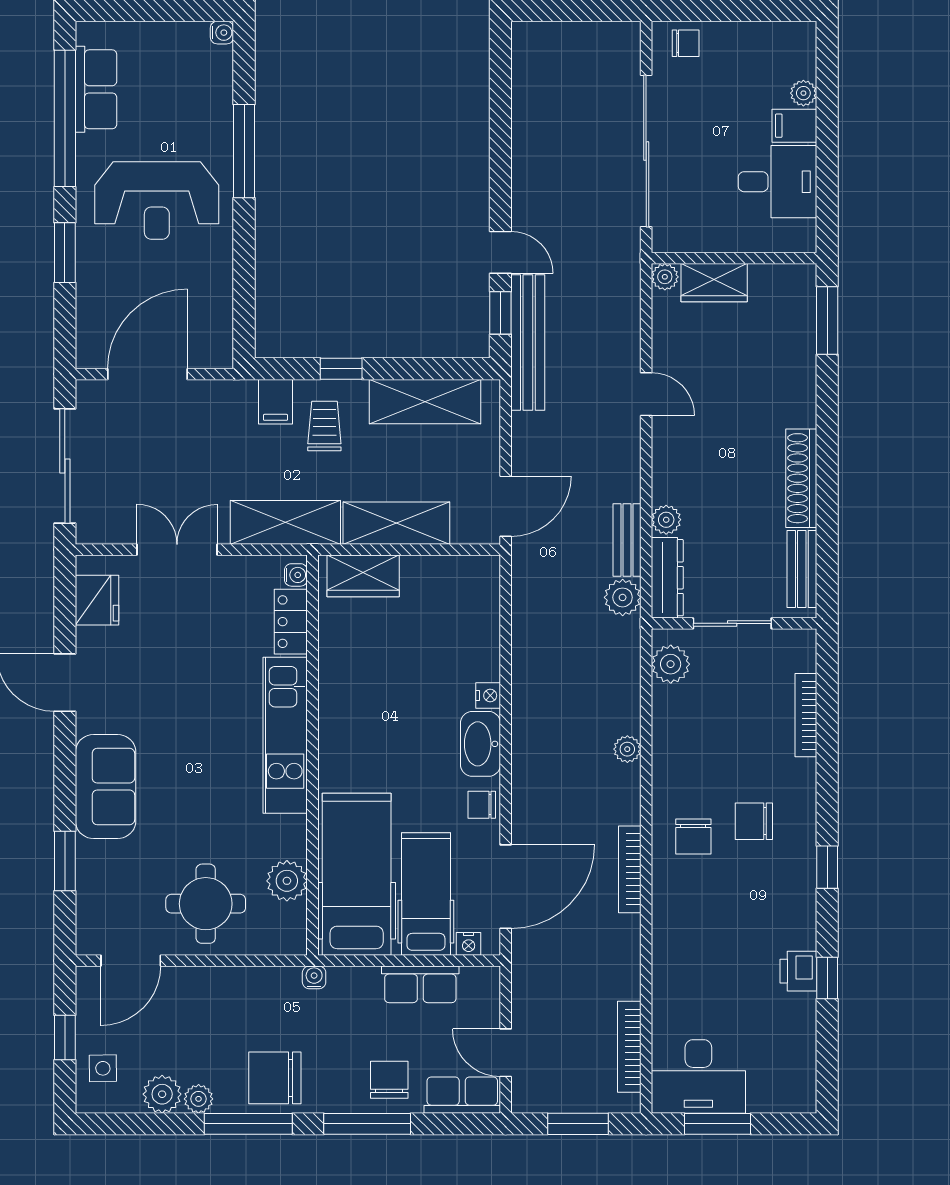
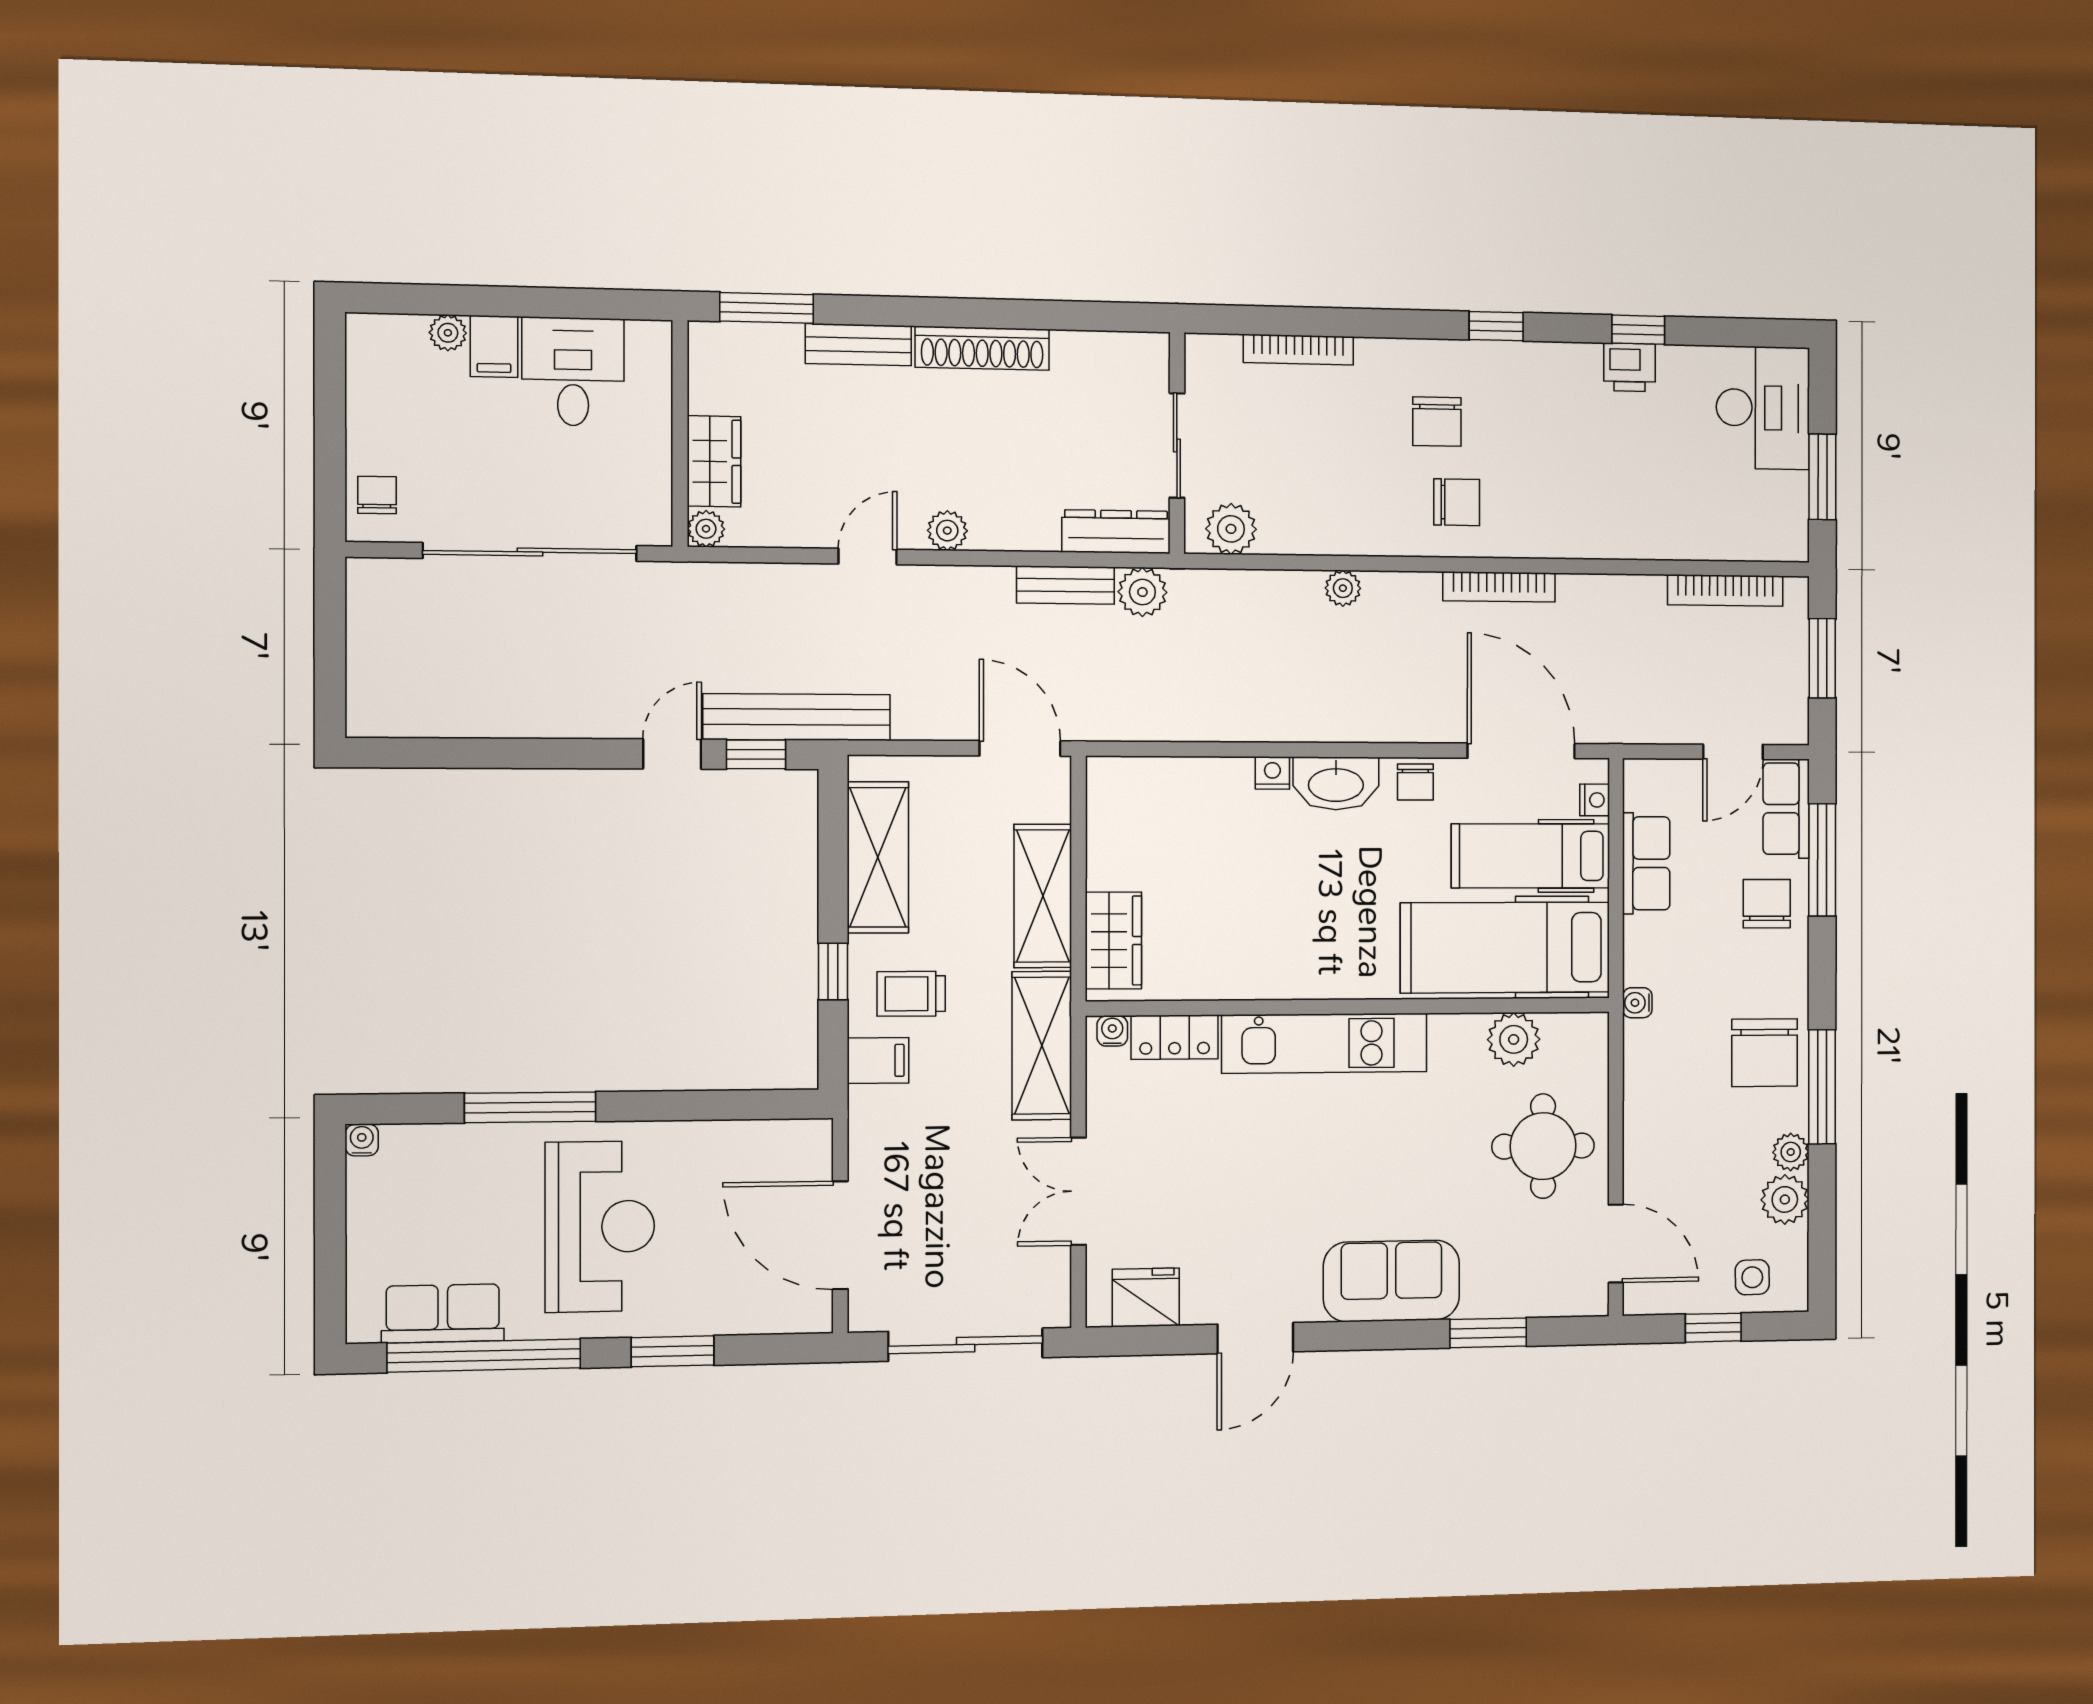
plant: (666, 520) -> (947, 531), moved
bench: (802, 569) -> (858, 345), moved
desk: (698, 1076) -> (1763, 408), moved
chair: (389, 1080) -> (1767, 904), turned 90
window: (367, 1124) -> (1822, 860), moved

